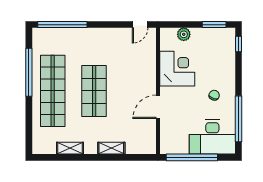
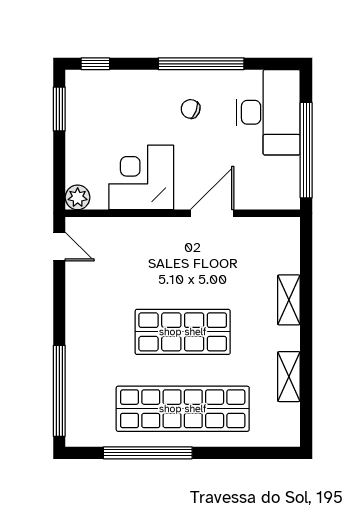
plant: (184, 34) -> (78, 197), moved
door: (158, 107) -> (212, 213), swing flipped
window: (238, 119) -> (201, 64), moved

